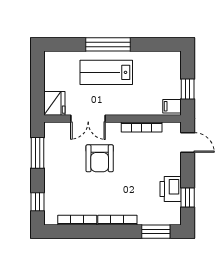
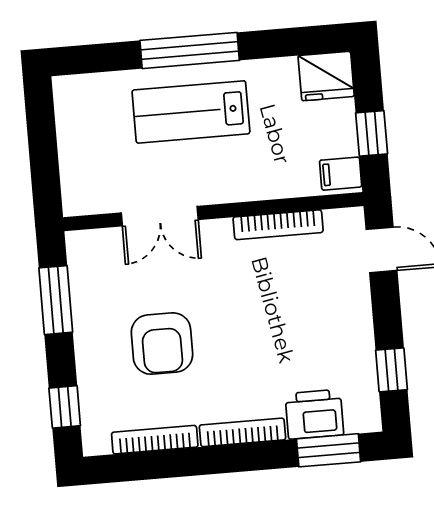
fridge: (54, 103) -> (326, 76), moved, turned 90
armchair: (100, 158) -> (162, 344), moved
printer: (171, 189) -> (314, 414), moved, turned 90

